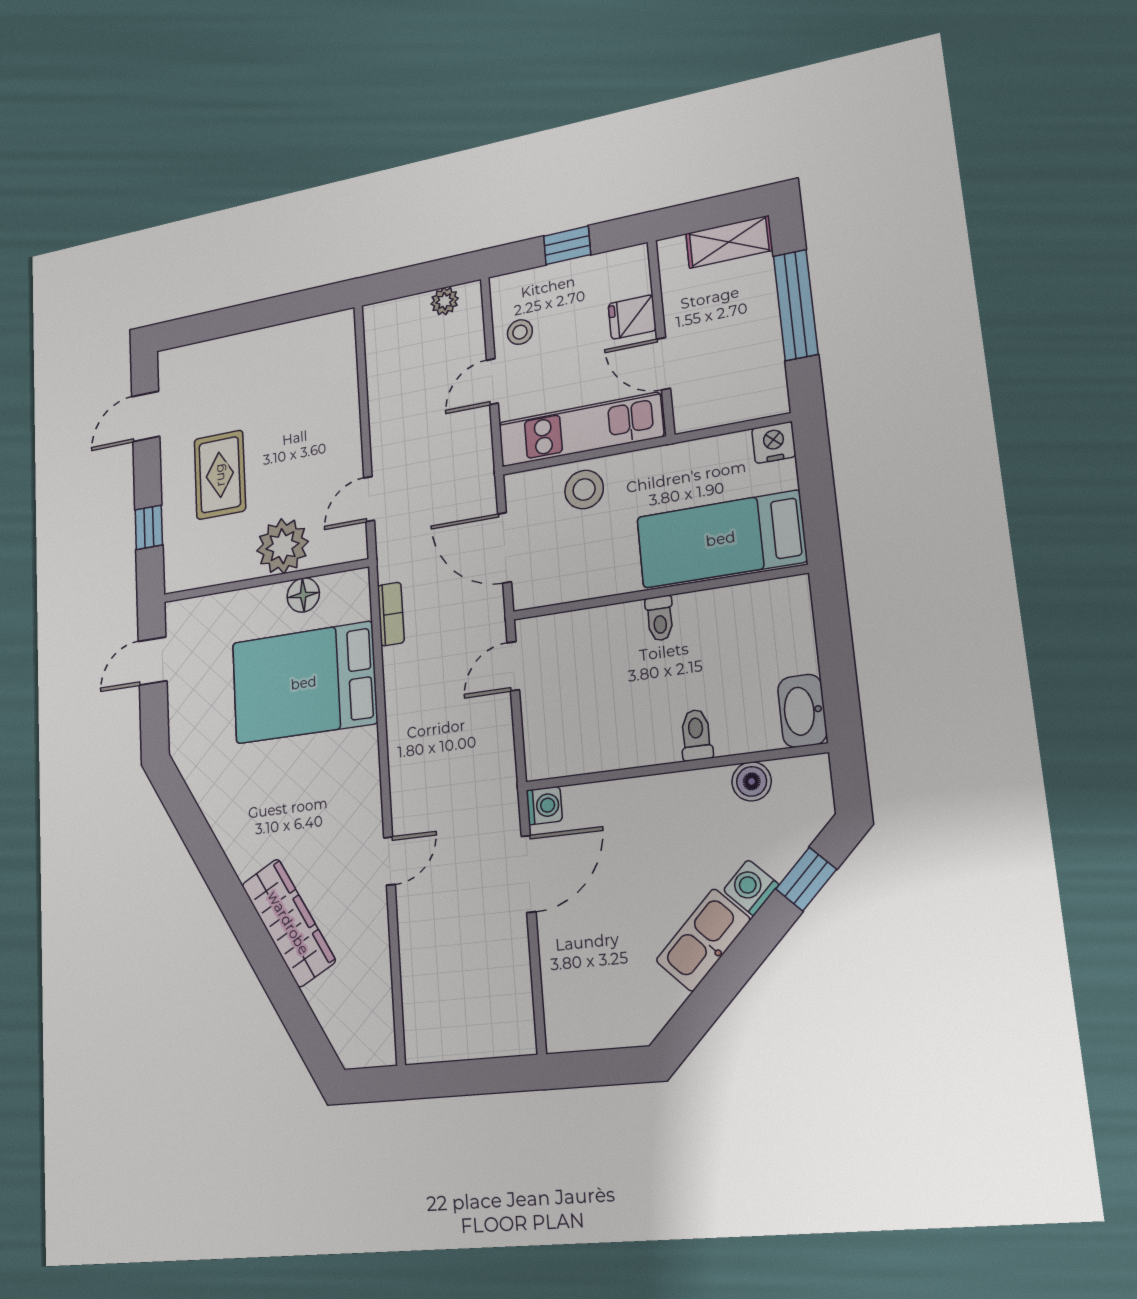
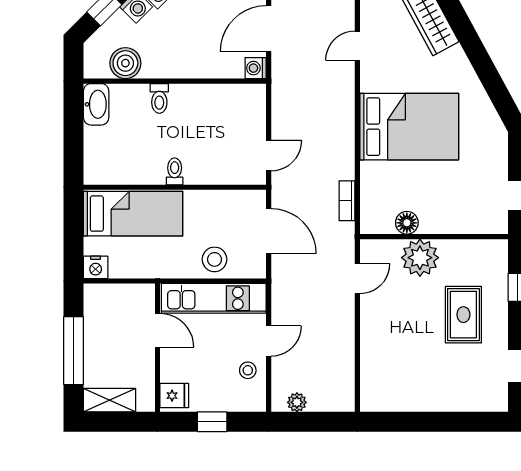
fridge: (632, 317) -> (174, 396), moved
bed: (304, 683) -> (409, 127), moved
boiler: (752, 781) -> (125, 63), width x1.36, depth x1.36

